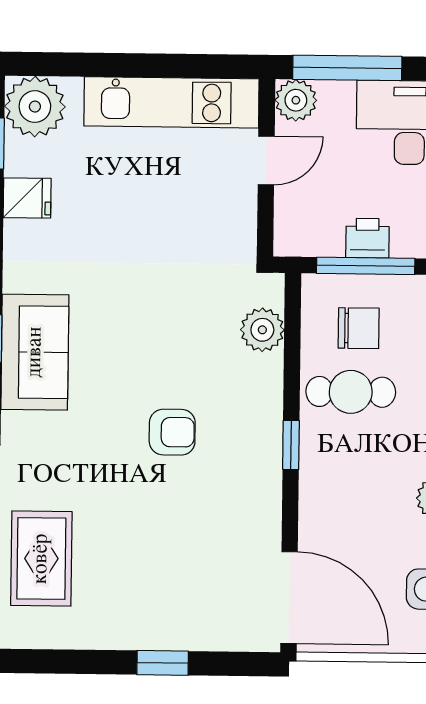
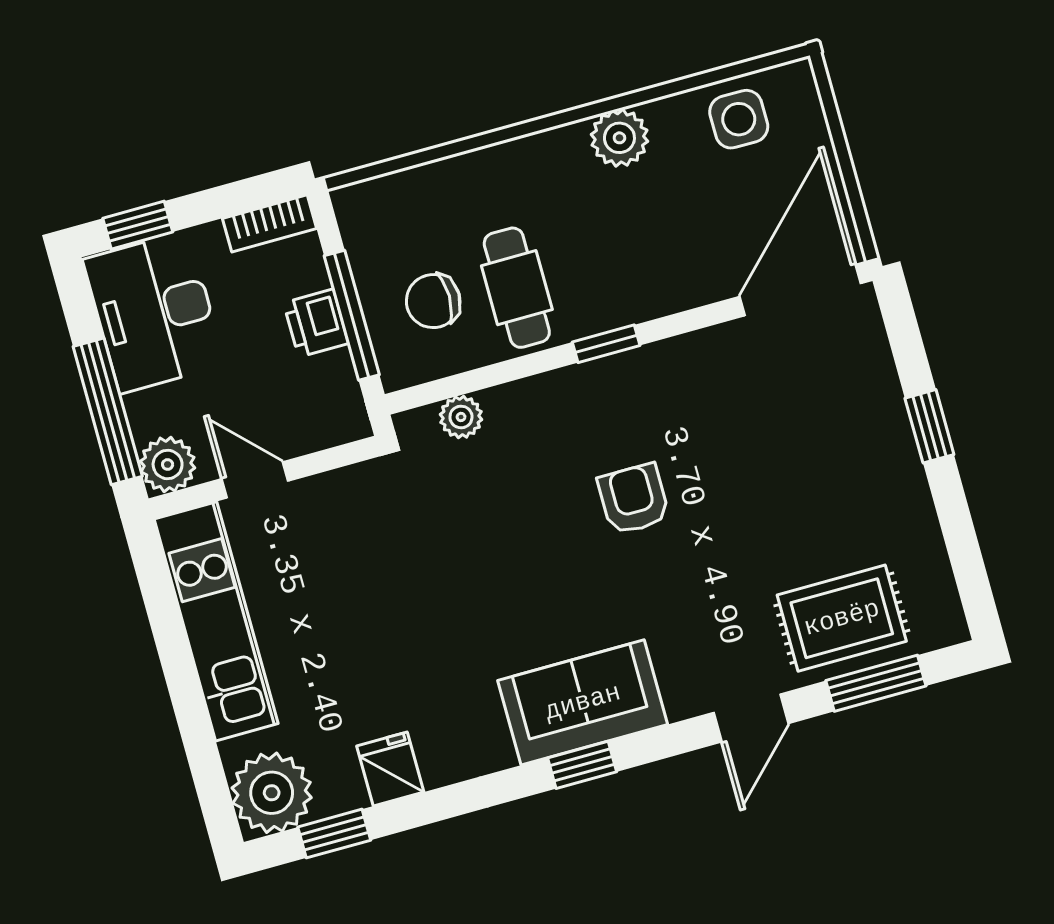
chair: (359, 328) -> (433, 301), turned -90
plant: (262, 330) -> (461, 417), width x0.73, depth x0.73

